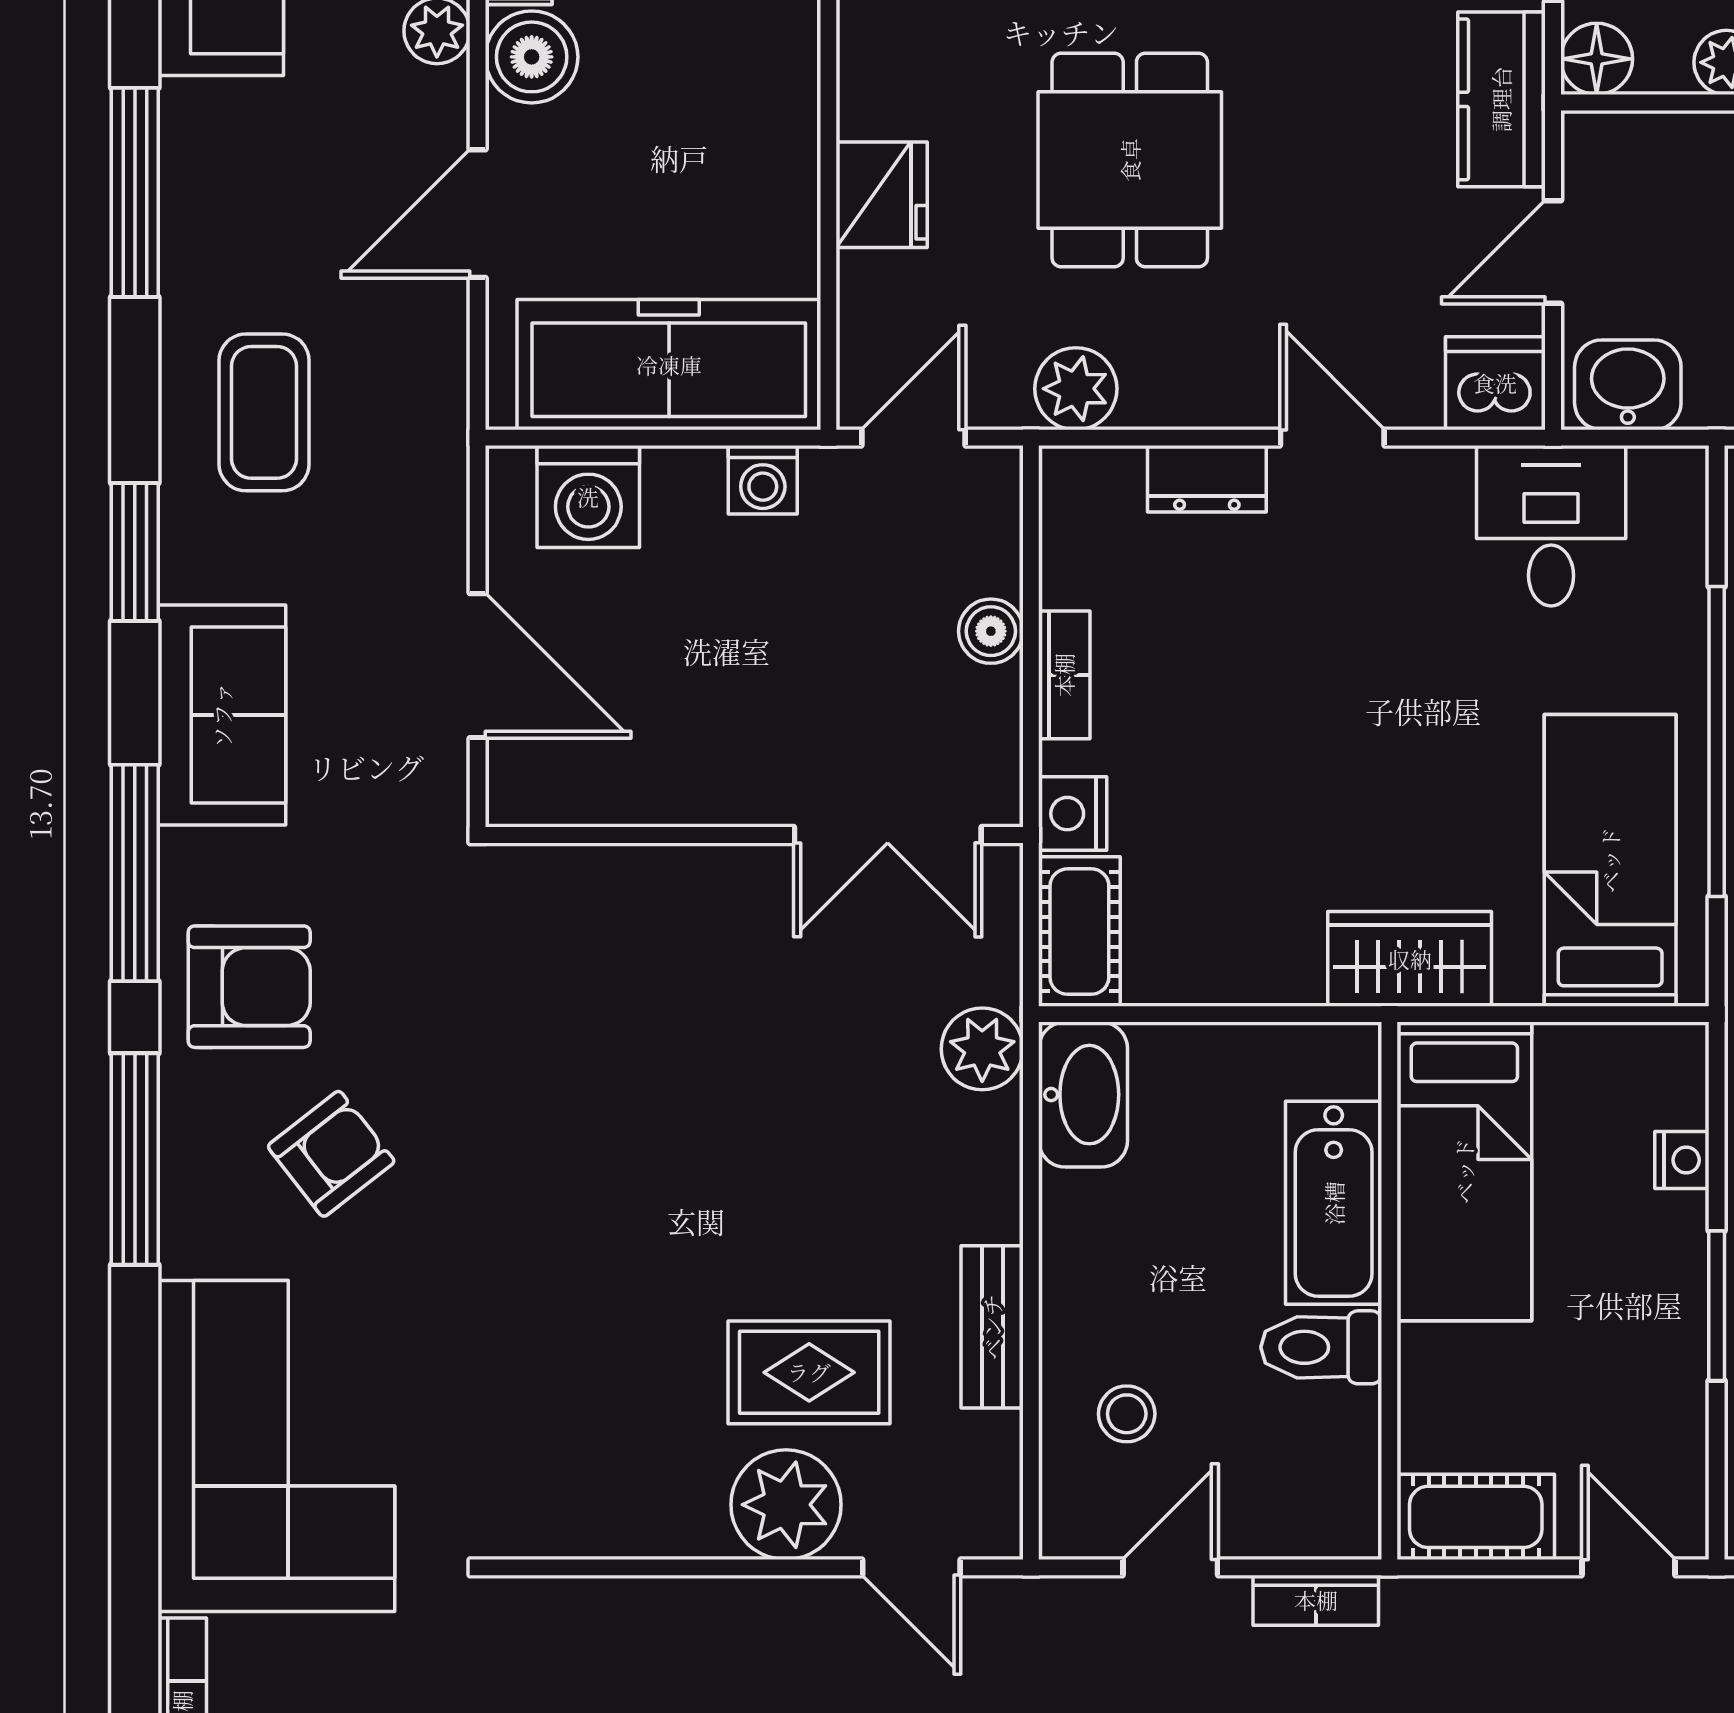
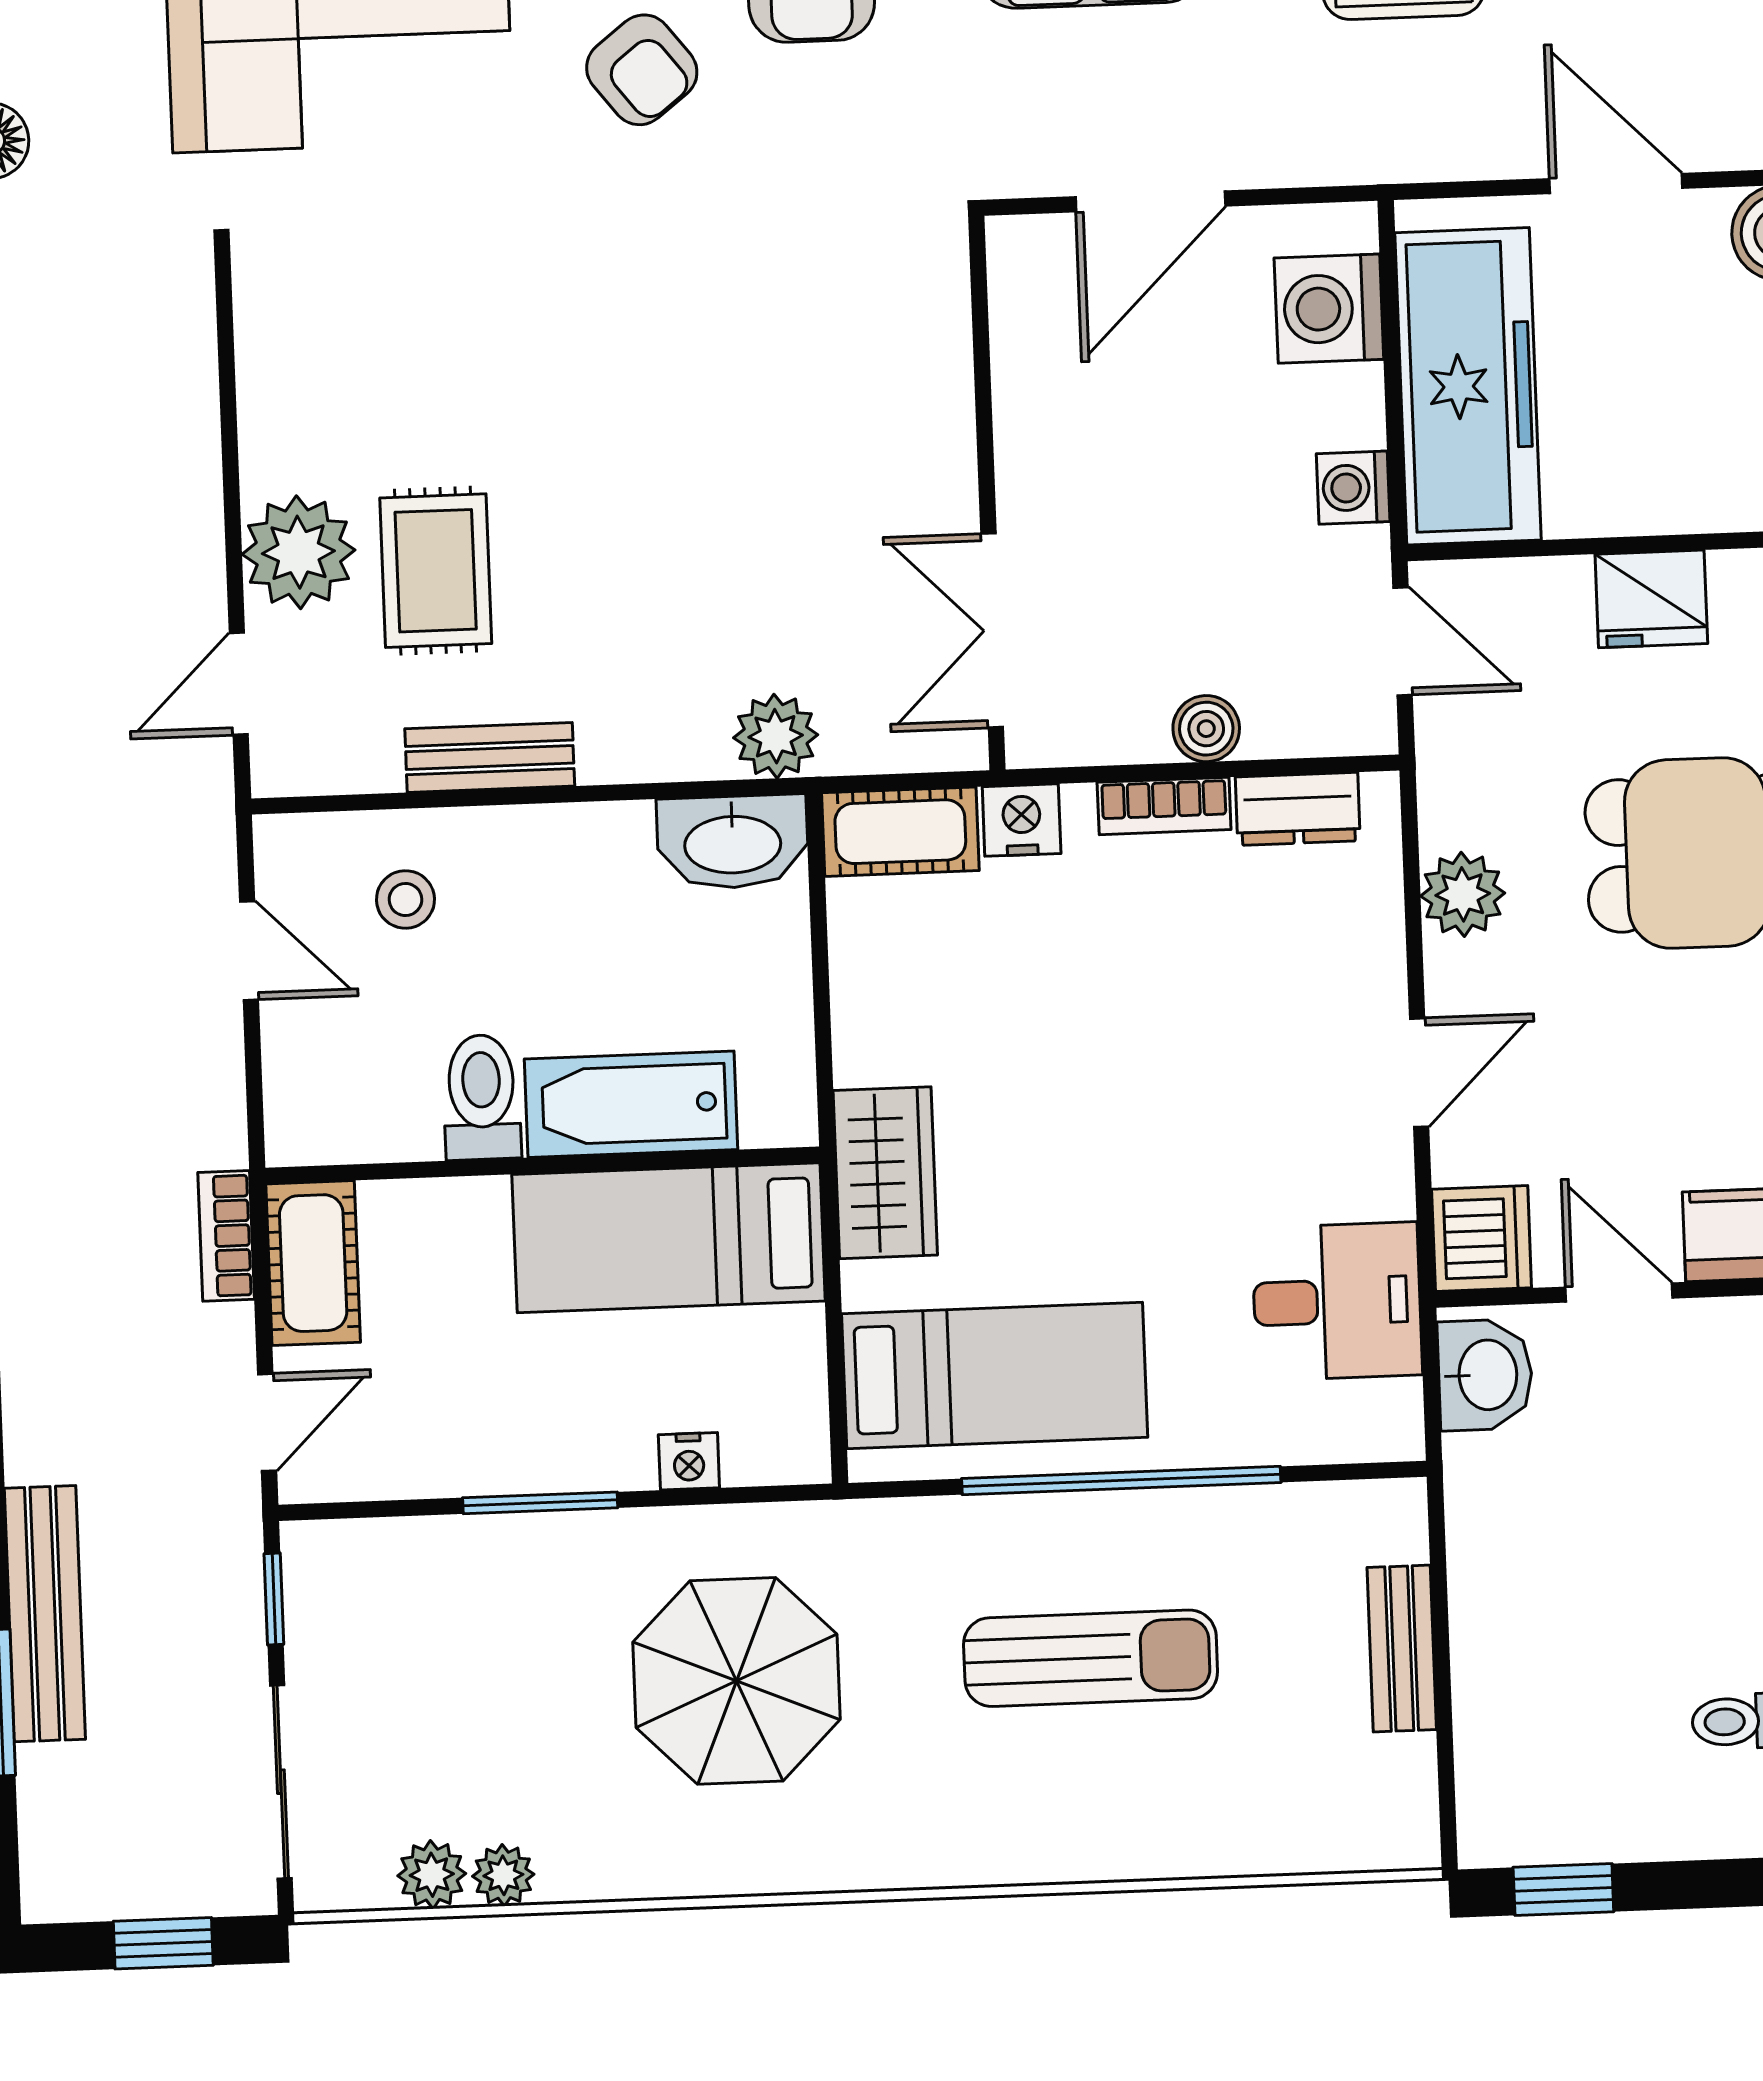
plant: (1076, 389) -> (1463, 894), moved
dresser: (1207, 479) -> (1298, 809), moved, turned -90
bookcase: (1316, 1600) -> (226, 1236), moved

